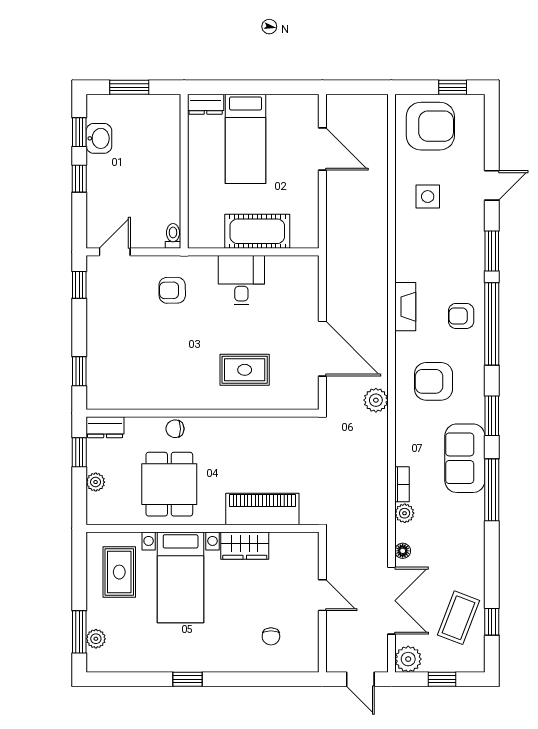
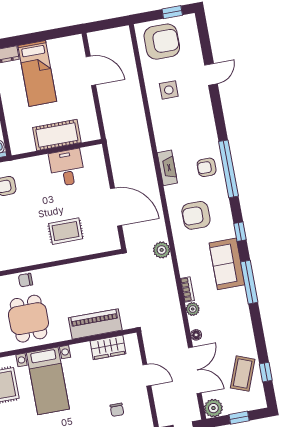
window: (492, 251) -> (219, 119), removed
desk: (241, 280) -> (67, 168), moved
plant: (376, 400) -> (162, 250), moved
window: (492, 416) -> (240, 232), width x0.67
wardrobe: (245, 546) -> (108, 347), moved

